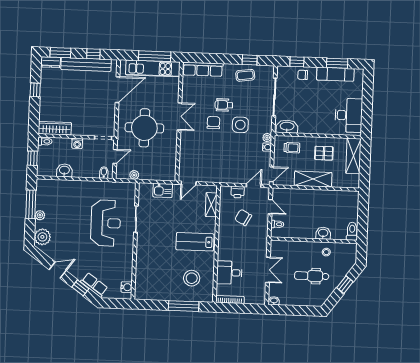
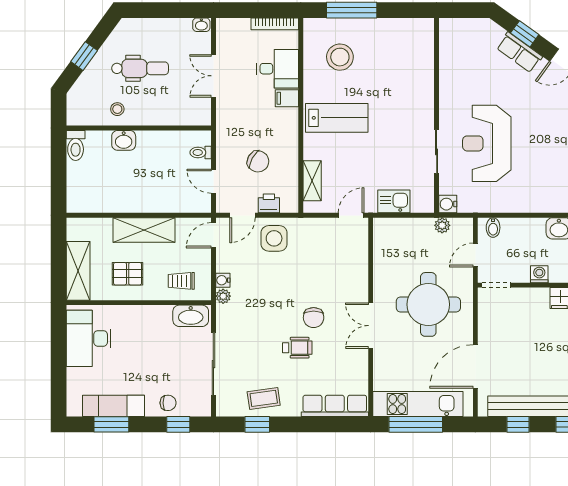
side table: (240, 125) -> (274, 238), moved
filing cabinet: (224, 255) -> (287, 98), added
row of seats: (94, 285) -> (519, 52), moved
water cooler: (127, 287) -> (448, 204), moved

